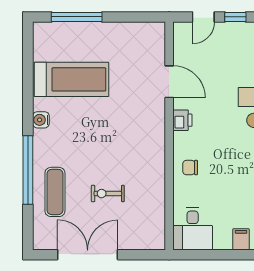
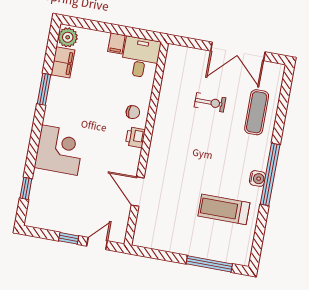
treadmill: (71, 79) -> (224, 209), width x0.73, depth x0.73
printer: (182, 120) -> (135, 137), moved
window: (28, 170) -> (270, 174), moved
filing cabinet: (241, 239) -> (116, 43), moved

